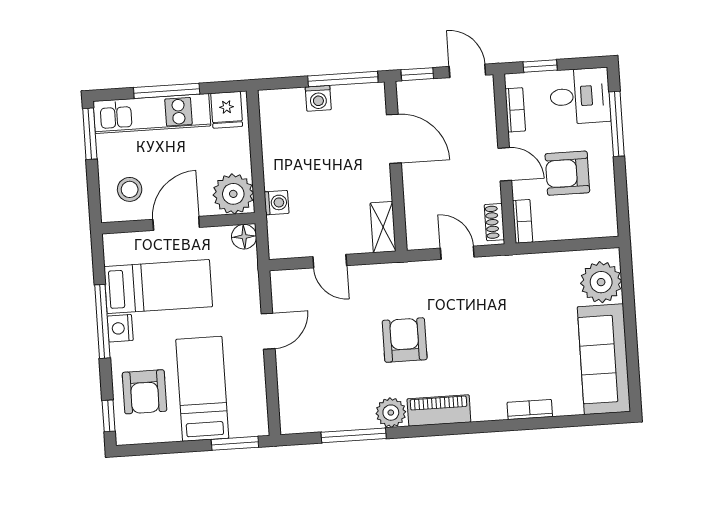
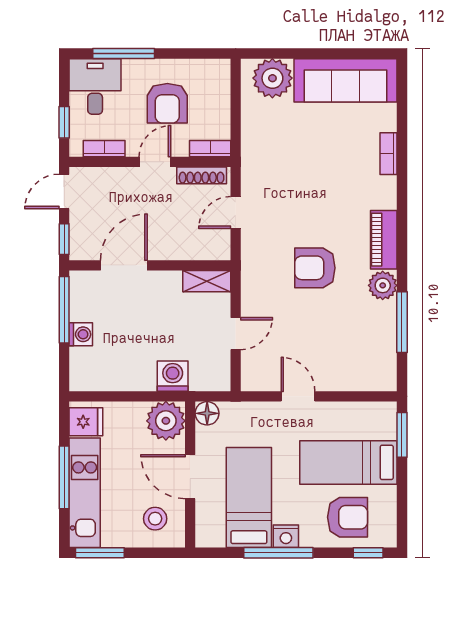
washing machine: (277, 203) -> (173, 376), width x1.38, depth x1.38
shoe rack: (494, 222) -> (202, 175), width x1.43

